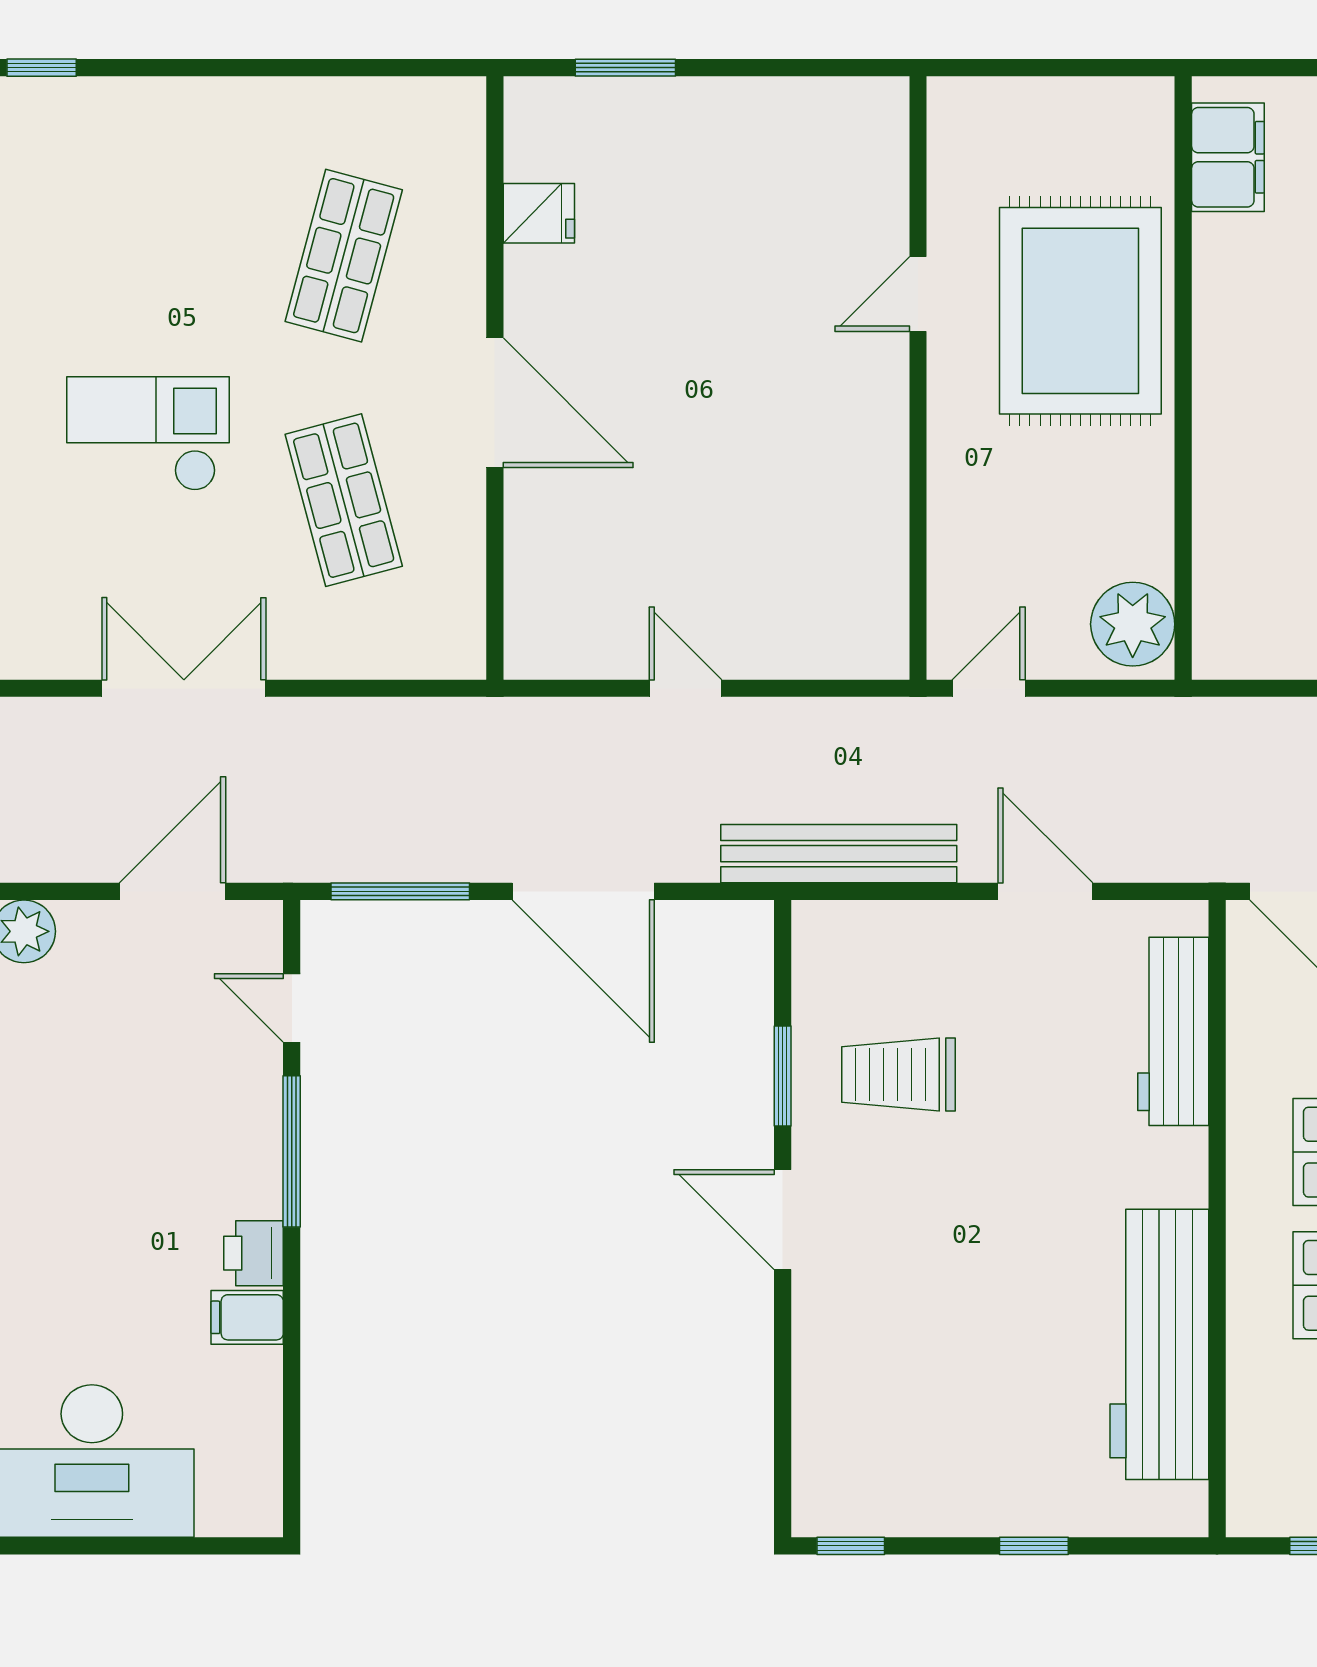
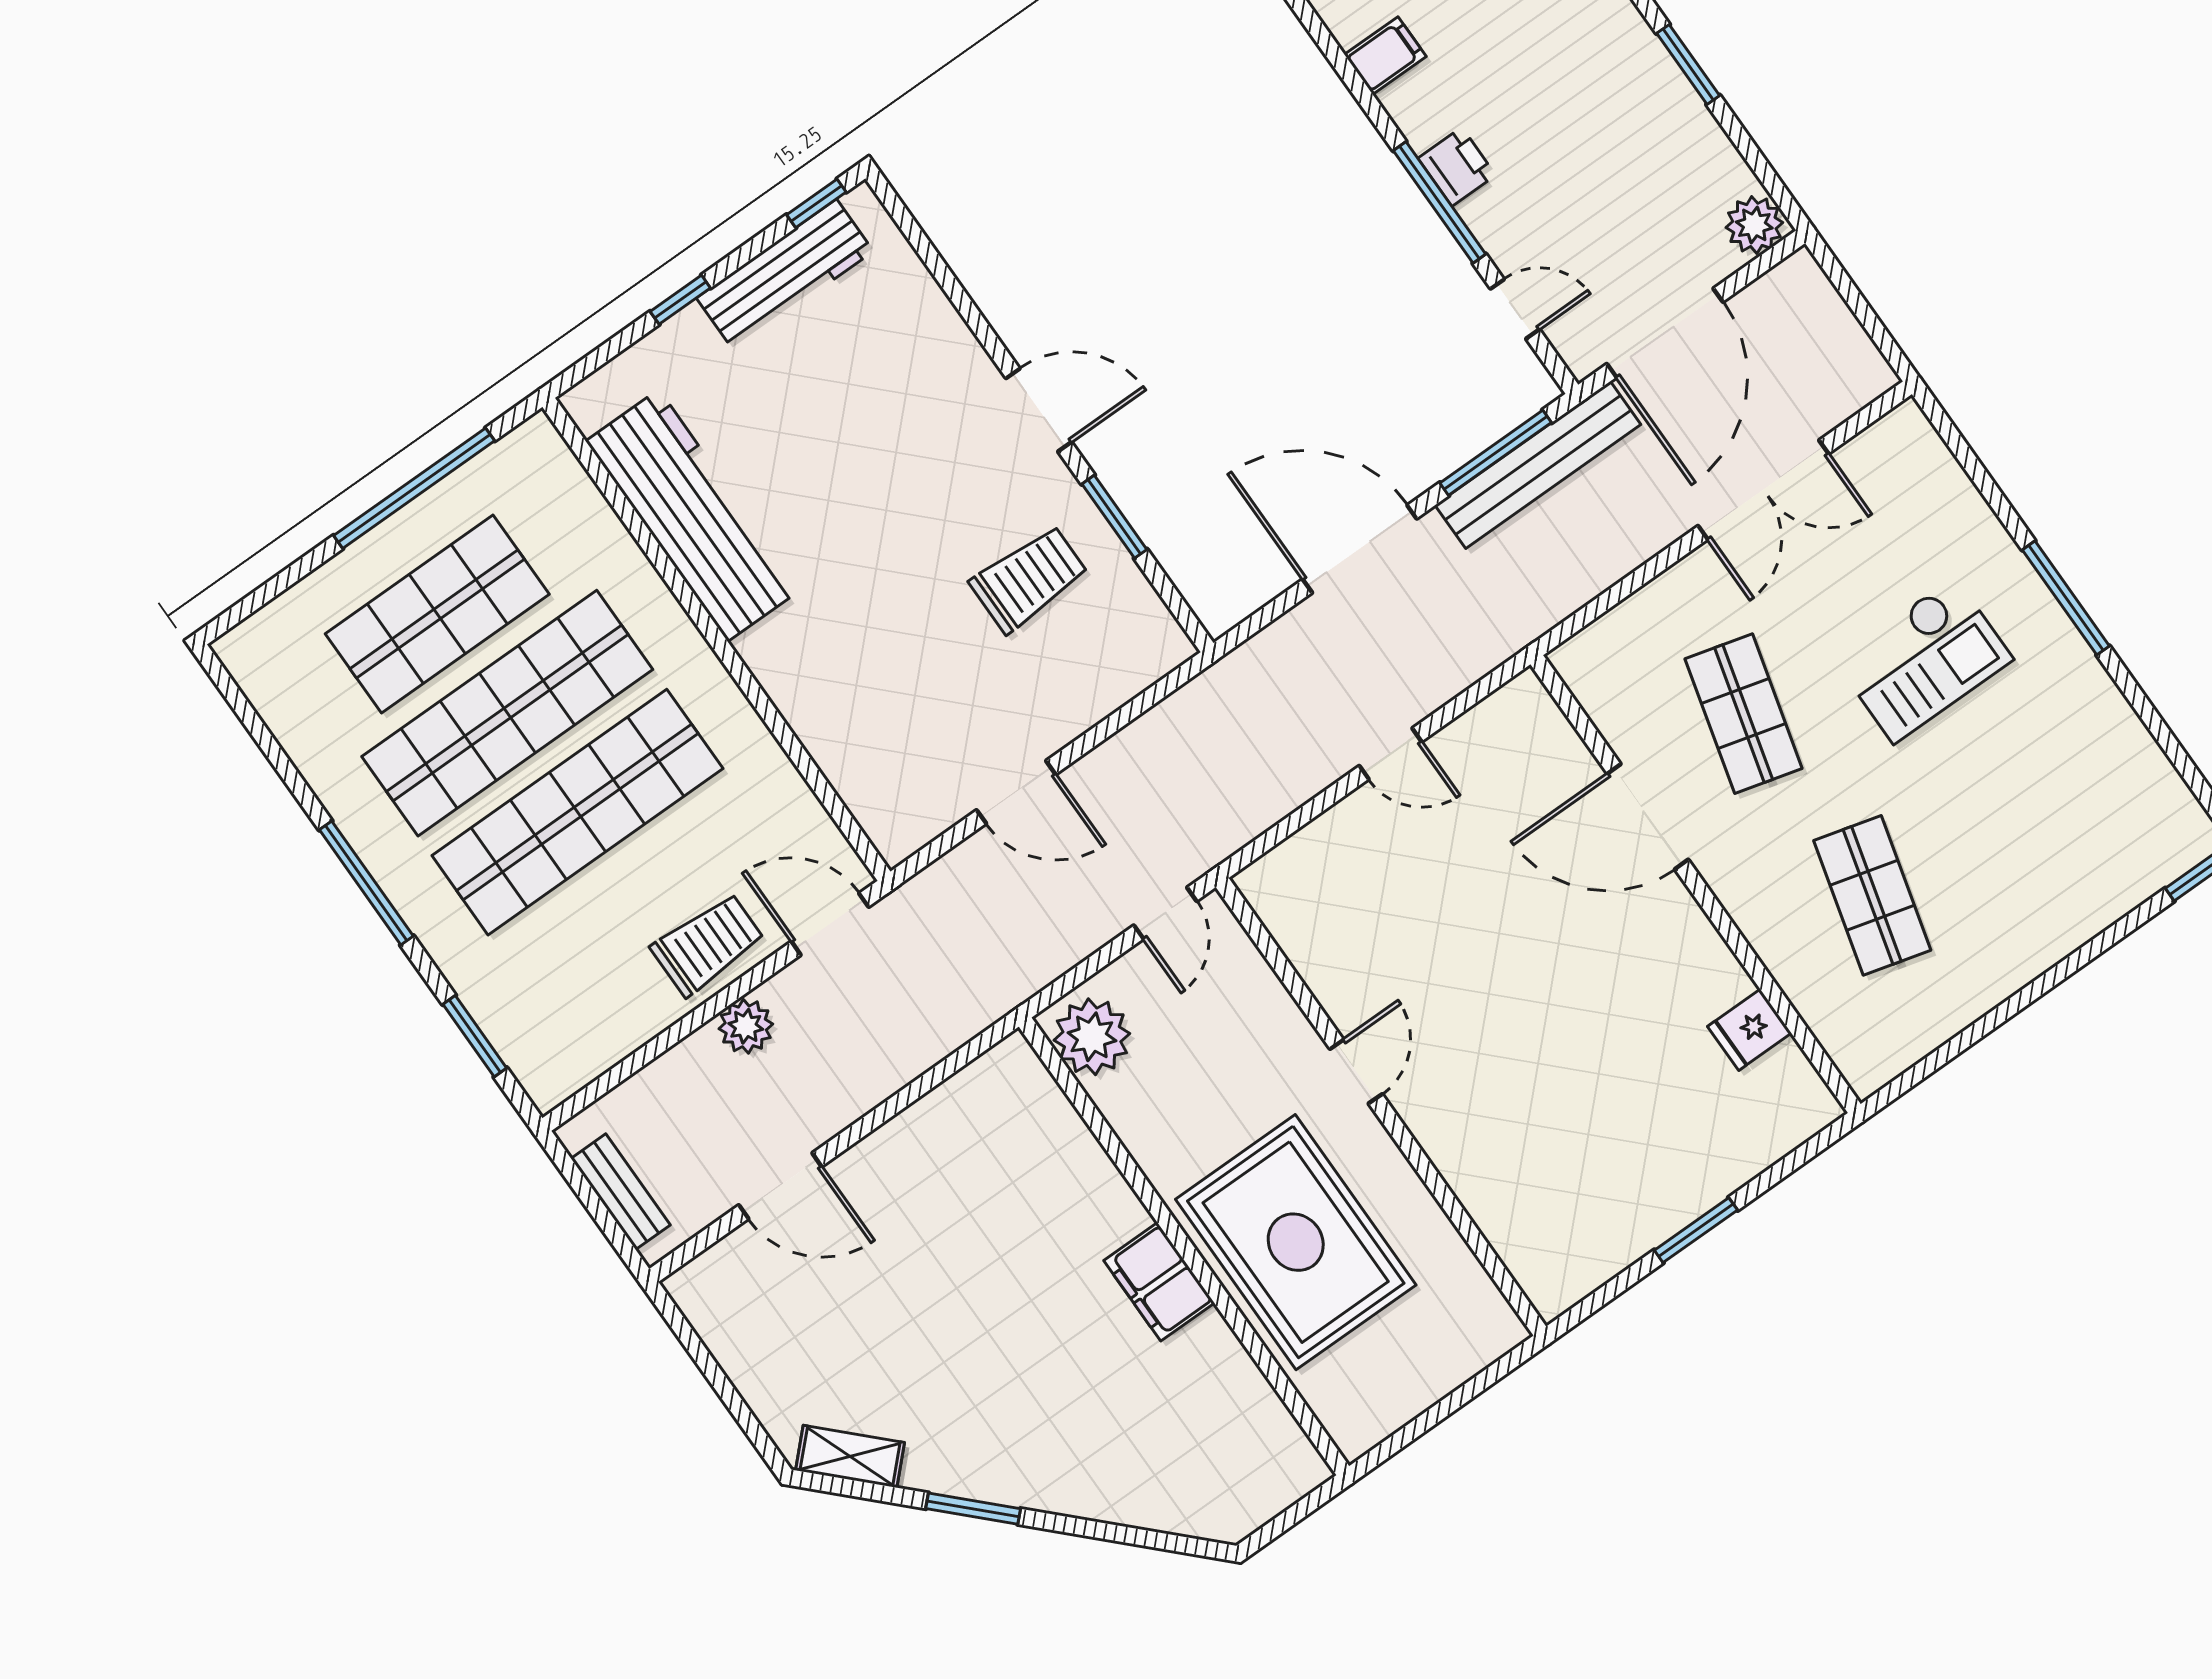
window: (625, 68) -> (1696, 1230), moved
filing cabinet: (1228, 157) -> (1159, 1282), moved
door: (918, 294) -> (1356, 1072), moved
door: (495, 403) -> (1648, 817), moved
shop shelf: (344, 500) -> (1744, 714), turned 30
bench: (839, 854) -> (1538, 465), moved
door: (173, 891) -> (1665, 333), width x1.36
workbench: (1173, 1031) -> (785, 275), moved, turned 90
printer: (254, 1253) -> (1457, 167), moved

